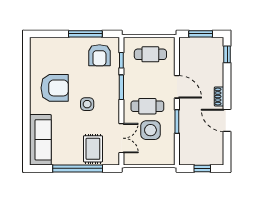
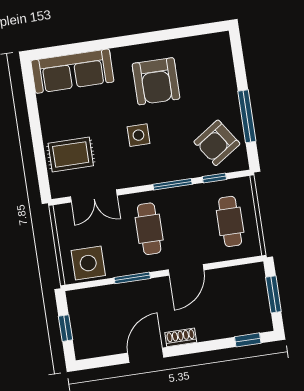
armchair: (99, 55) -> (217, 143), turned -34
side table: (150, 130) -> (88, 263), moved
window: (78, 168) -> (37, 135), removed

